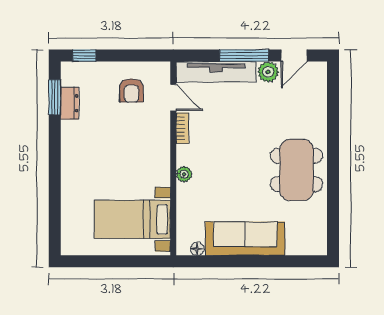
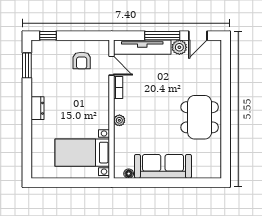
dresser: (70, 103) -> (38, 108), moved

